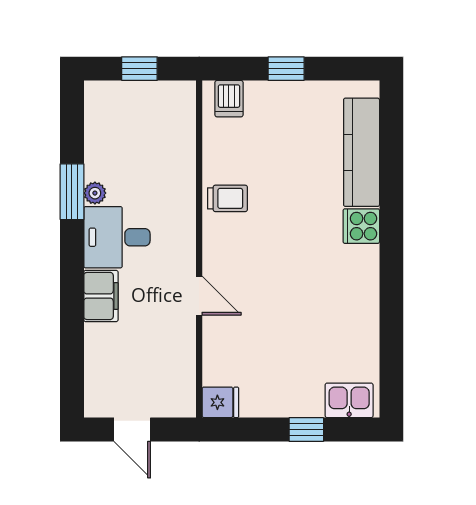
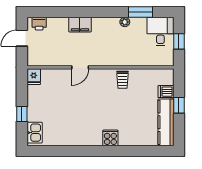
dishwasher: (229, 99) -> (166, 92), moved
kitchen counter: (362, 152) -> (166, 122), moved, turned -90
window: (72, 192) -> (141, 12), moved
desk: (117, 237) -> (160, 32), moved
printer: (99, 390) -> (39, 24), added

